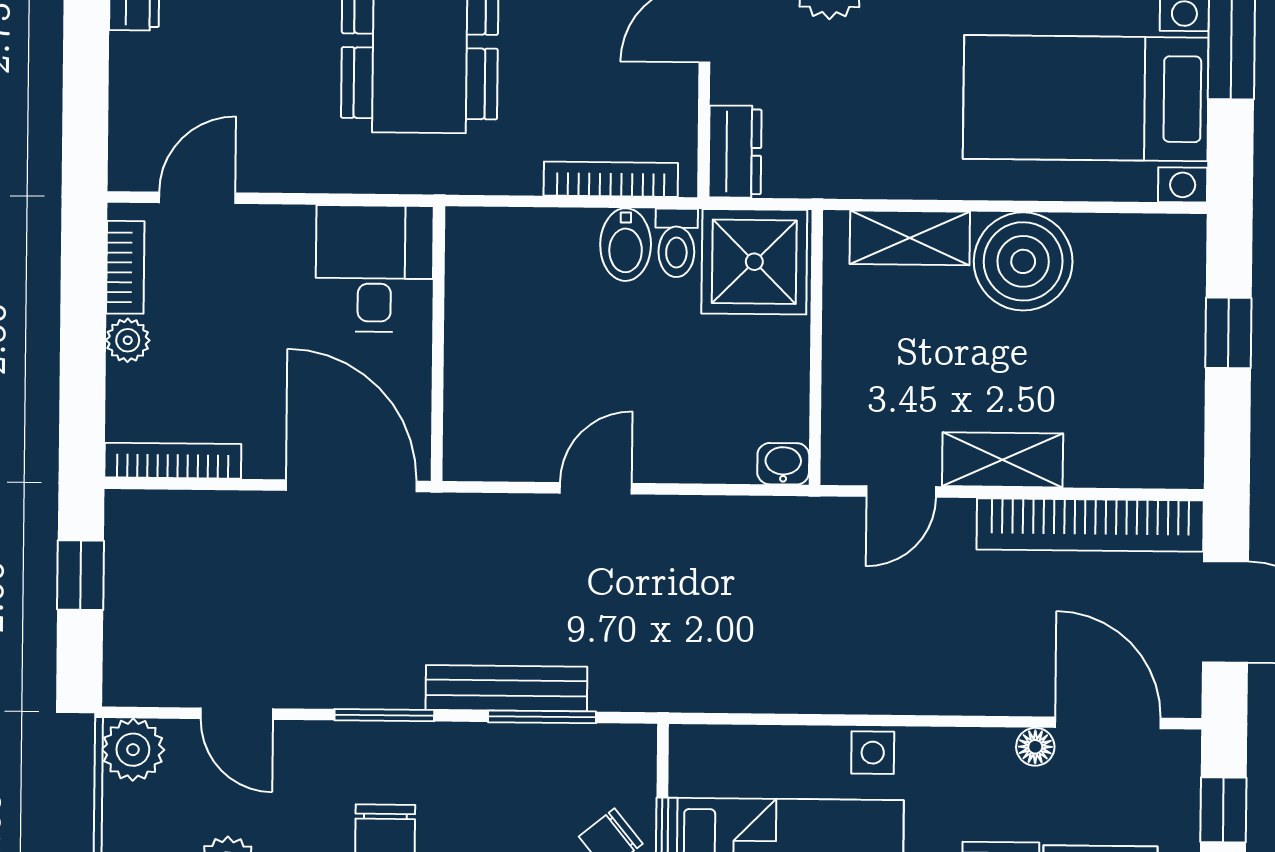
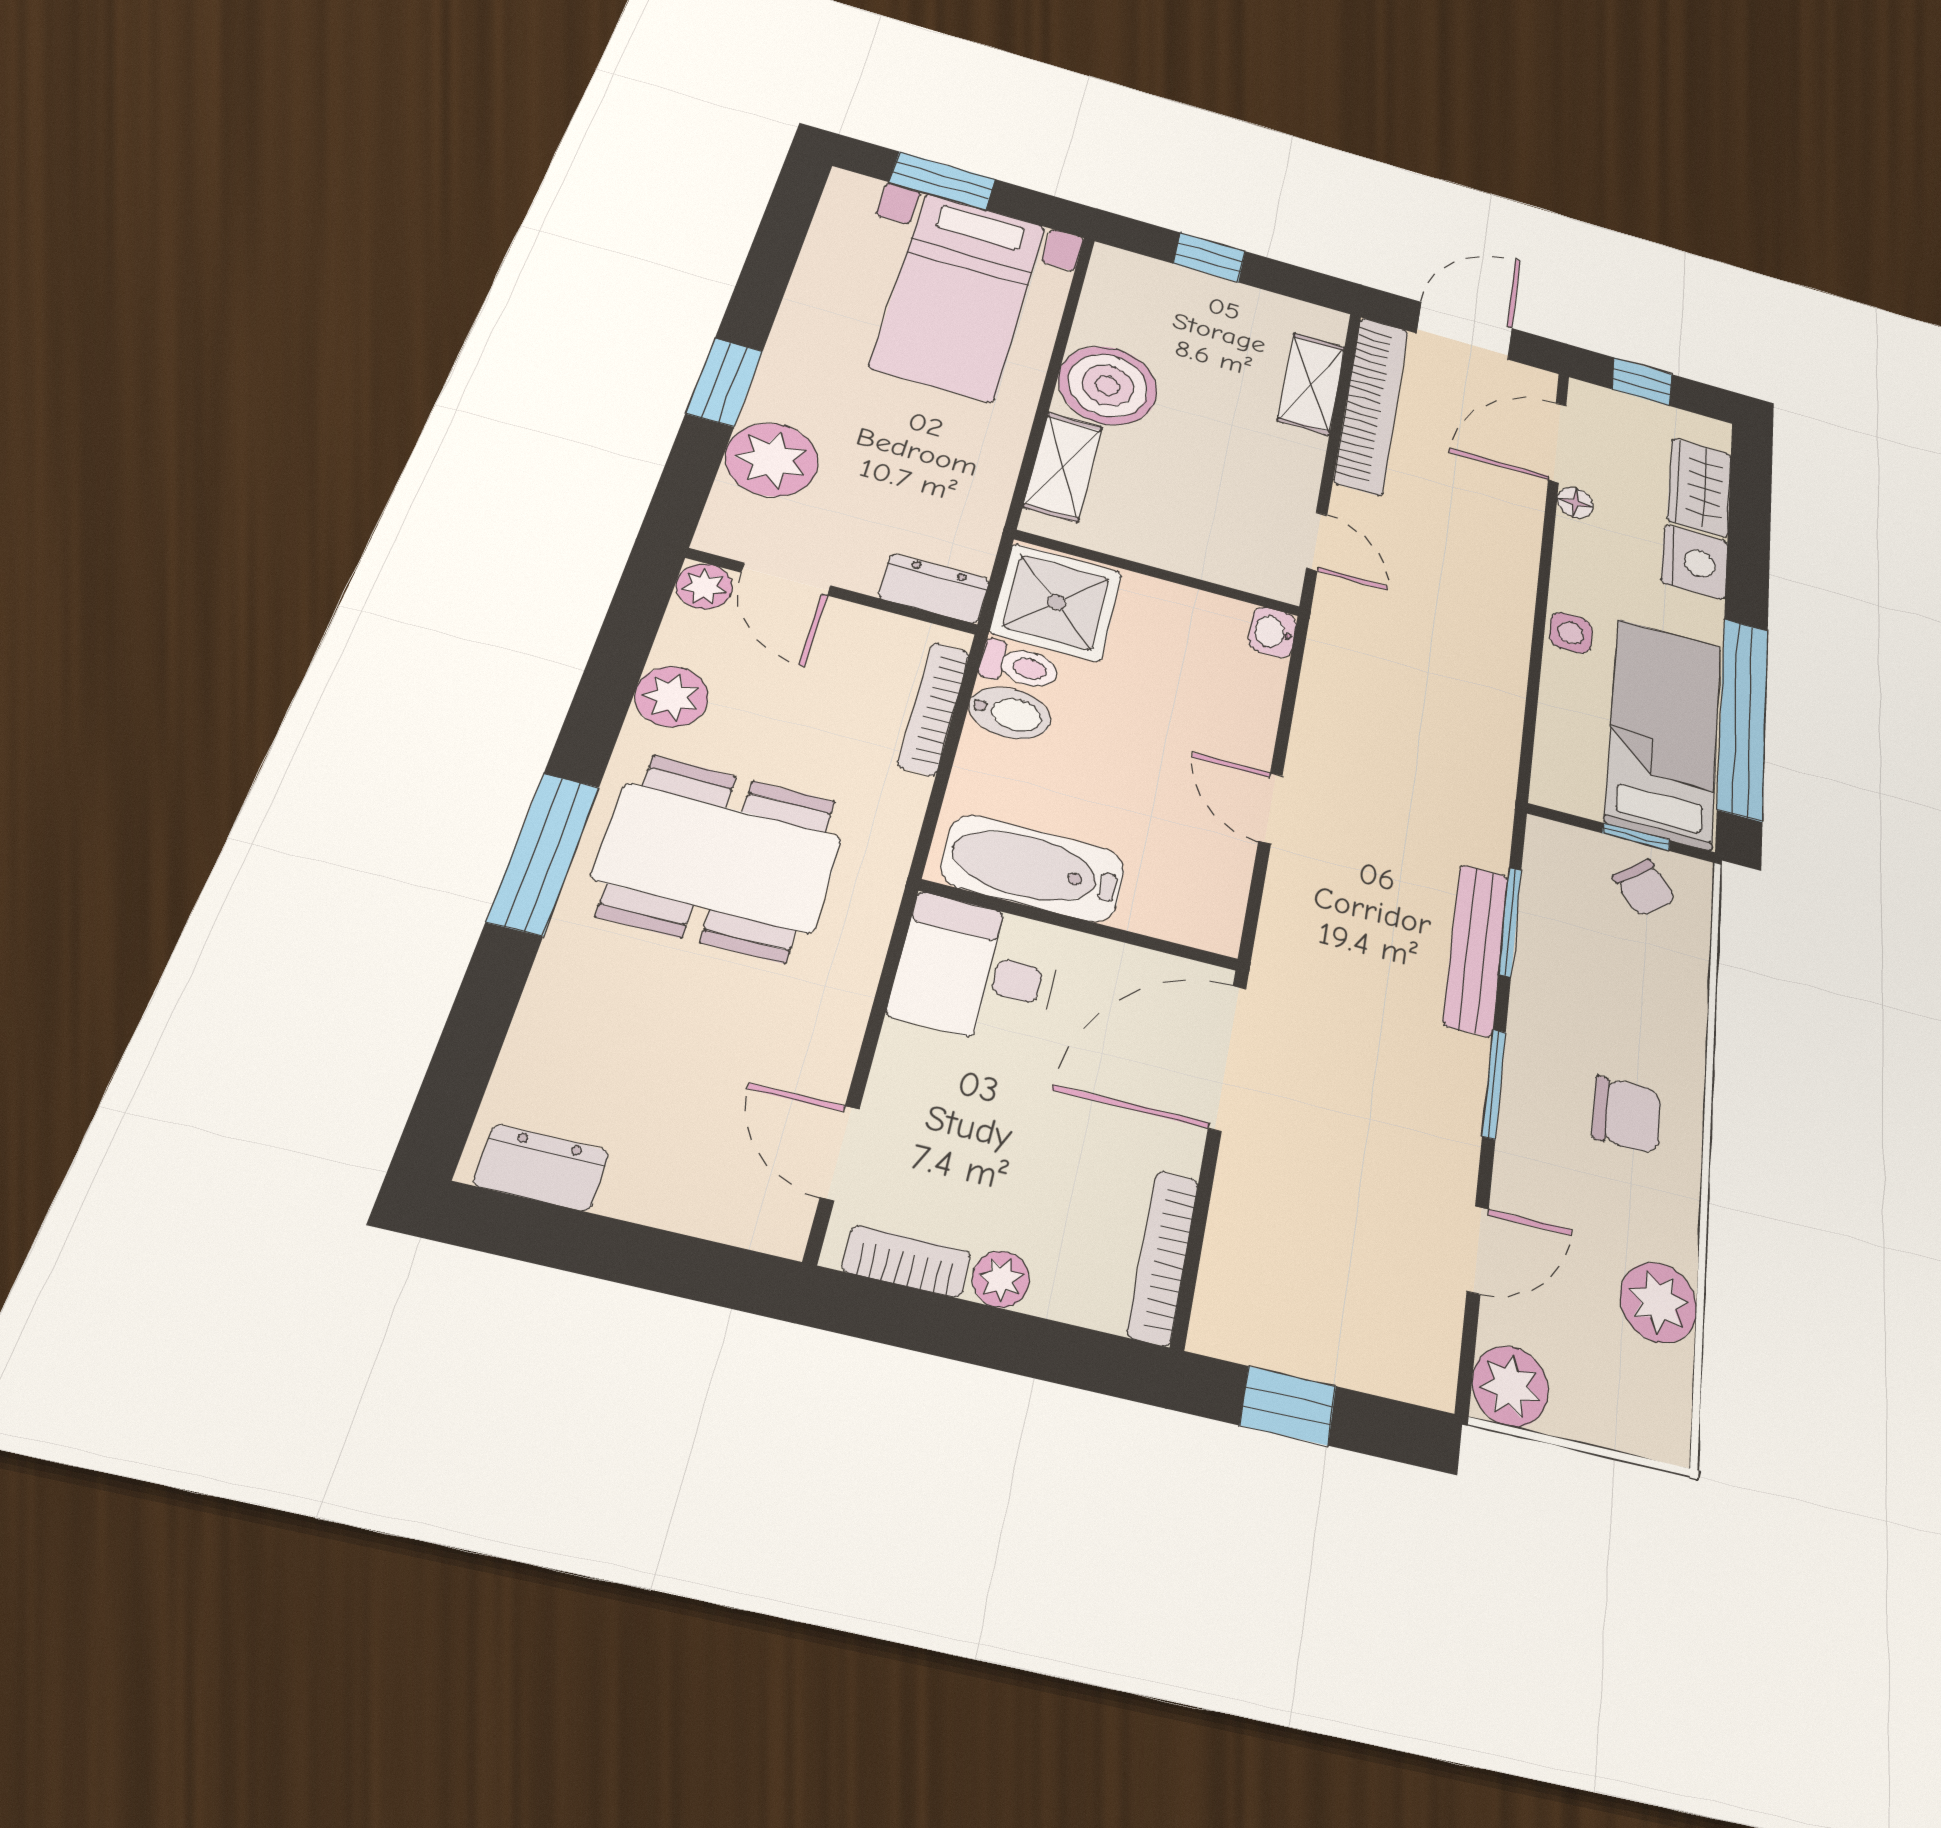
bathtub: (480, 295) -> (1033, 868), added
shelving: (1003, 460) -> (1311, 384), moved

